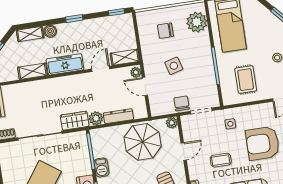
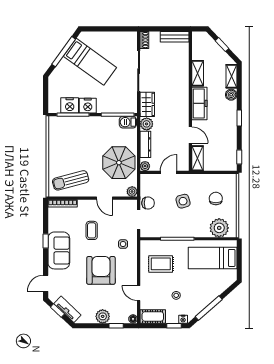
plant: (136, 72) -> (145, 166), moved
barbecue: (102, 167) -> (128, 122), moved

